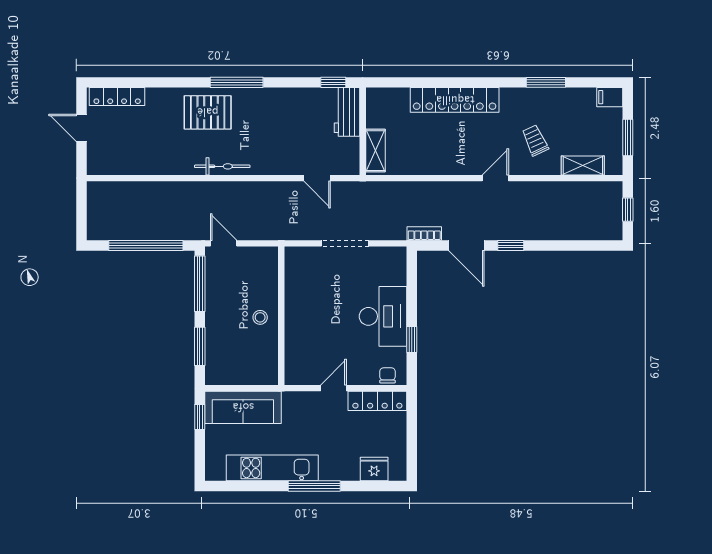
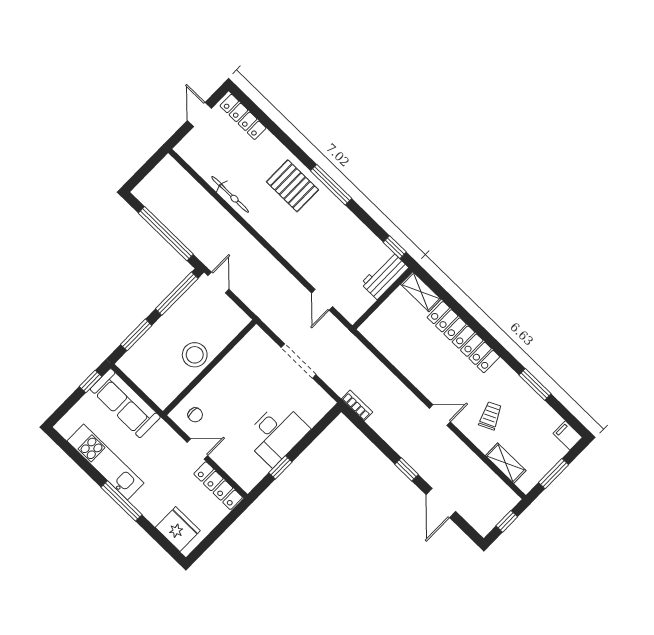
shelving: (376, 151) -> (421, 292), moved, turned 90
bicycle: (222, 166) -> (230, 194), moved
door: (466, 245) -> (441, 503), moved
stool: (260, 317) -> (195, 355), width x1.89, depth x1.89
chair: (387, 375) -> (195, 415), moved, turned 90
fridge: (374, 469) -> (178, 529), width x1.36, depth x1.34

